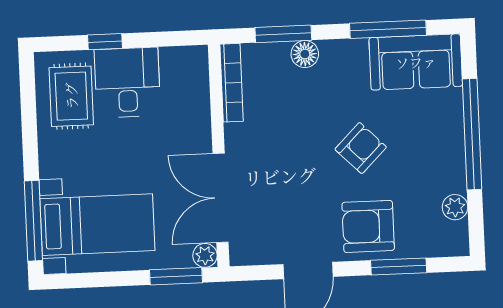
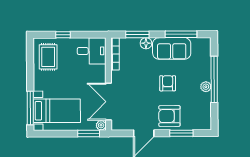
sofa: (416, 62) -> (172, 48), moved
desk: (127, 82) -> (92, 51), moved, turned 90
armchair: (361, 148) -> (168, 83), turned -45
plant: (455, 207) -> (206, 87), moved

